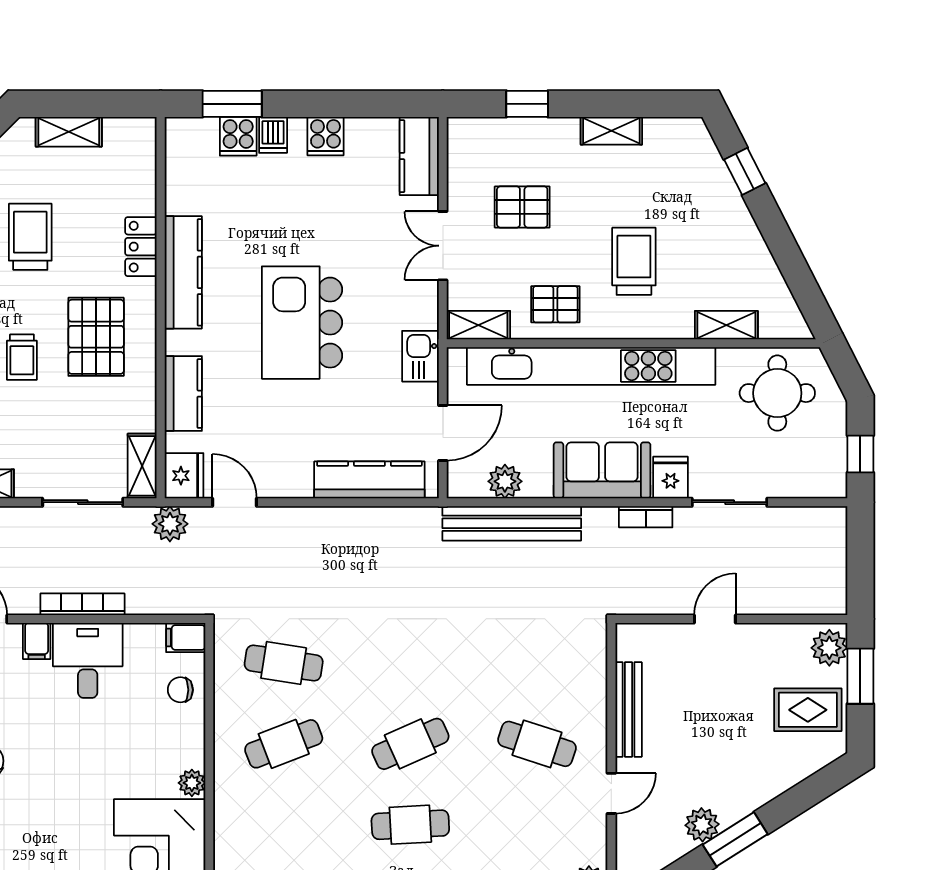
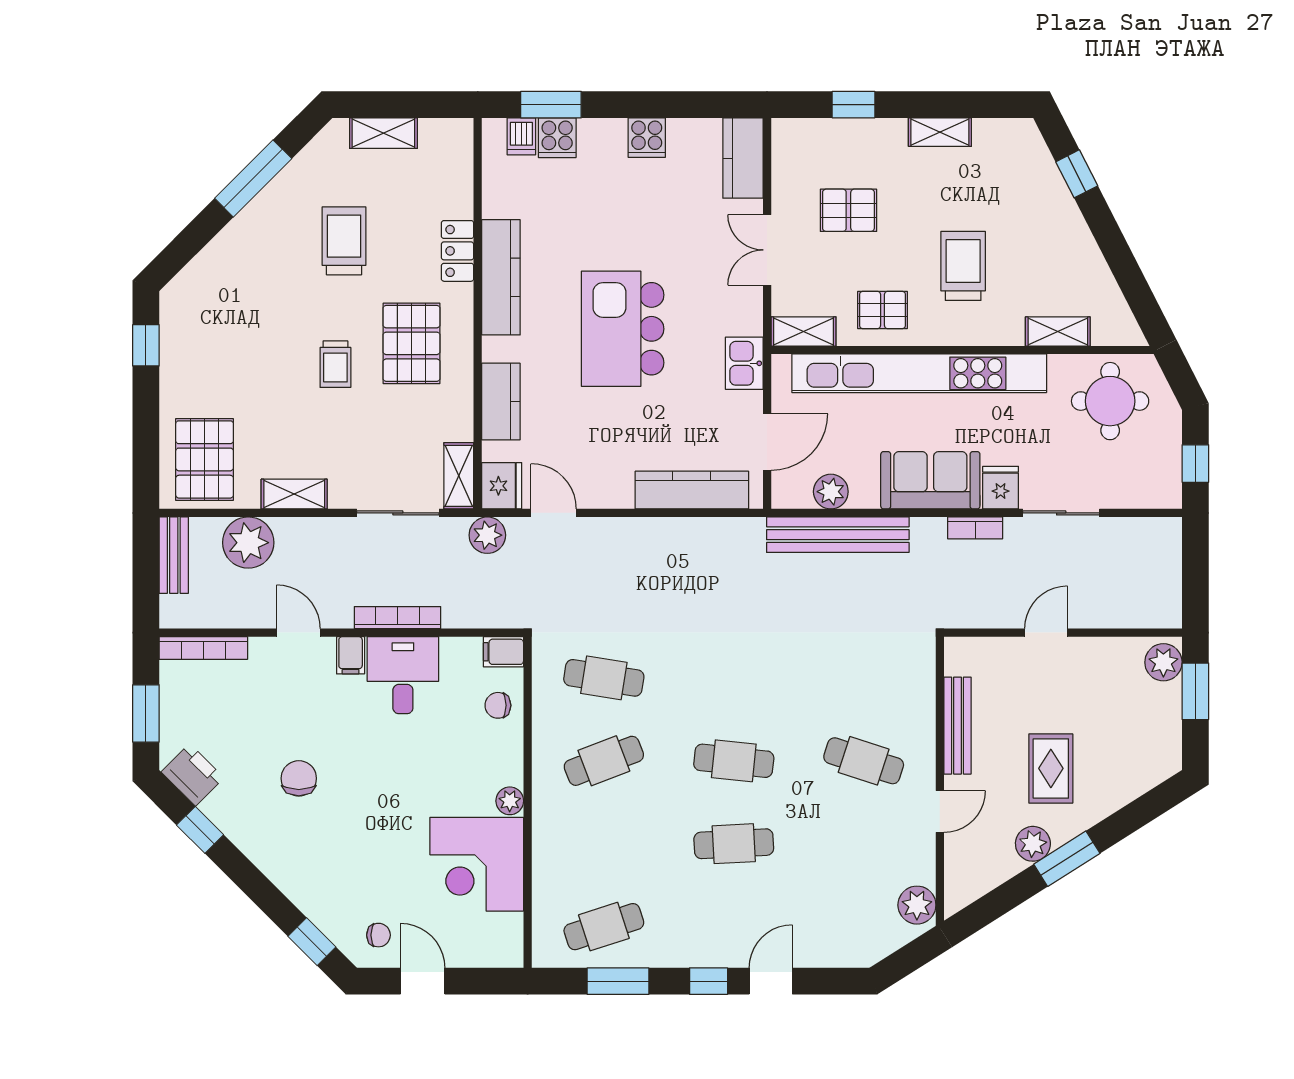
dishwasher: (273, 135) -> (521, 136), moved
rug: (808, 710) -> (1051, 768), moved, turned 90
cafe table: (410, 744) -> (734, 761), turned 30

